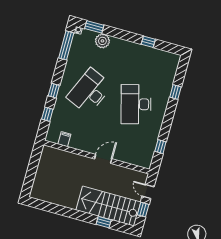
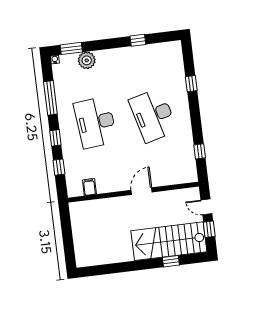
window: (66, 45) -> (50, 98), moved
desk: (90, 91) -> (96, 122), turned -30

